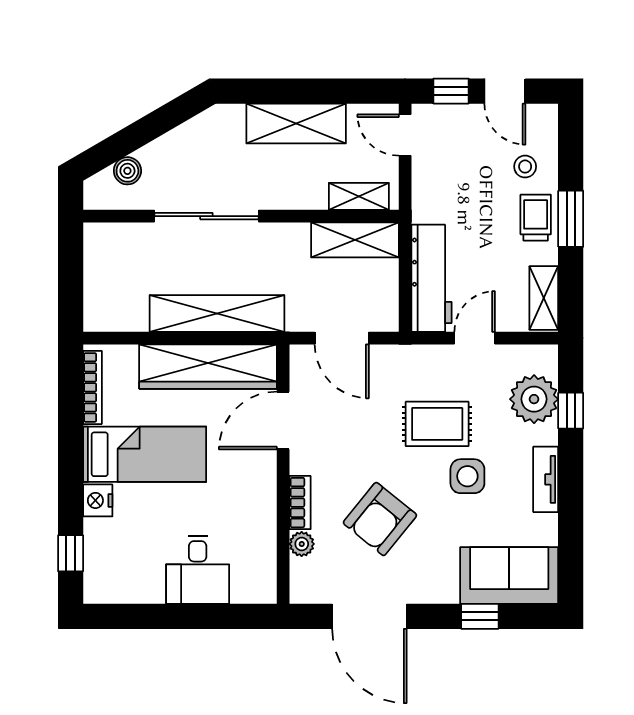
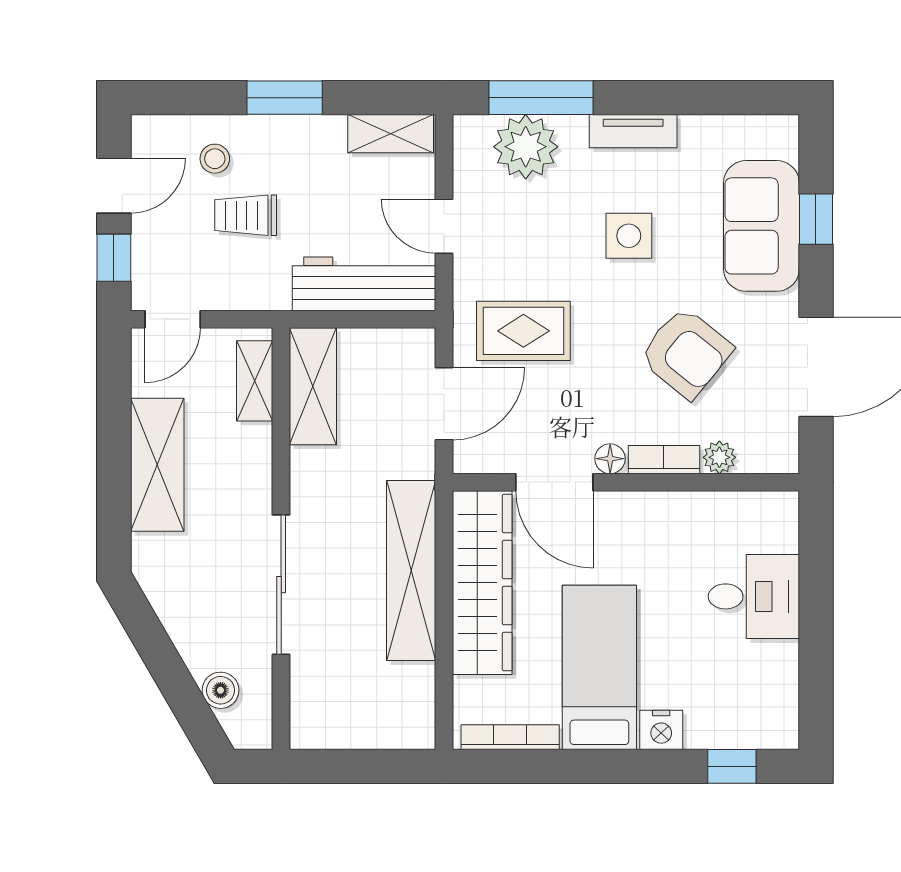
trolley: (536, 218) -> (246, 215), moved
window: (571, 411) -> (541, 98), width x2.17
rug: (437, 424) -> (523, 331), moved, turned 90
floor lamp: (301, 462) -> (610, 459), added
sofa: (509, 575) -> (761, 226), moved

